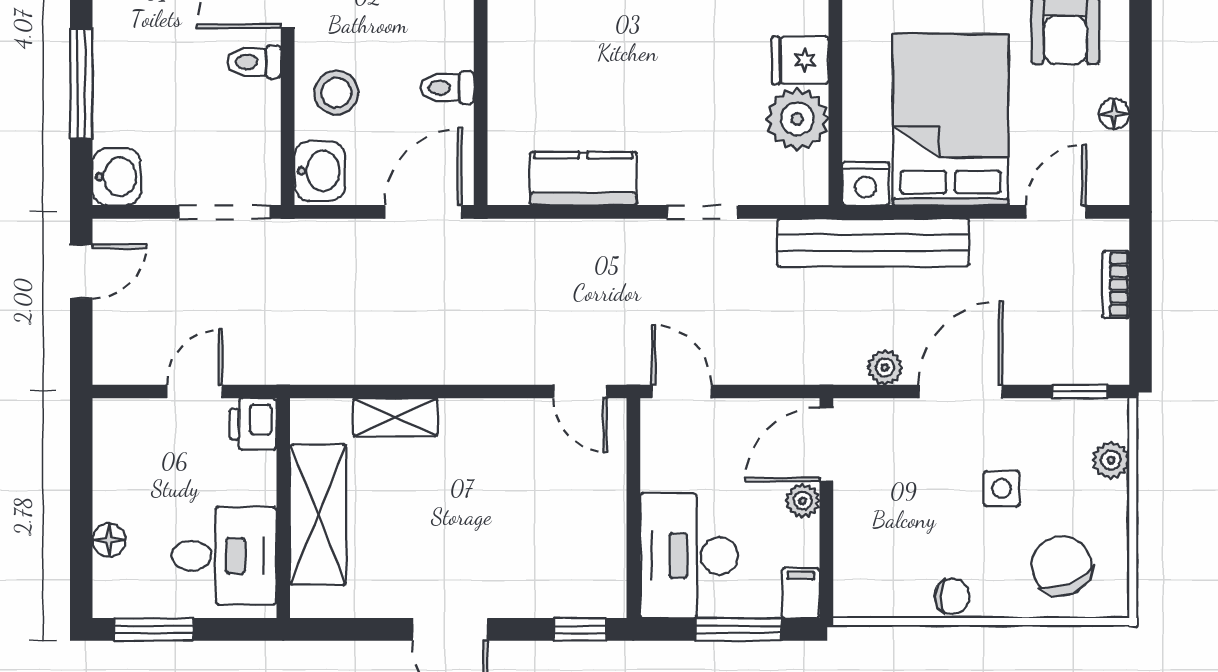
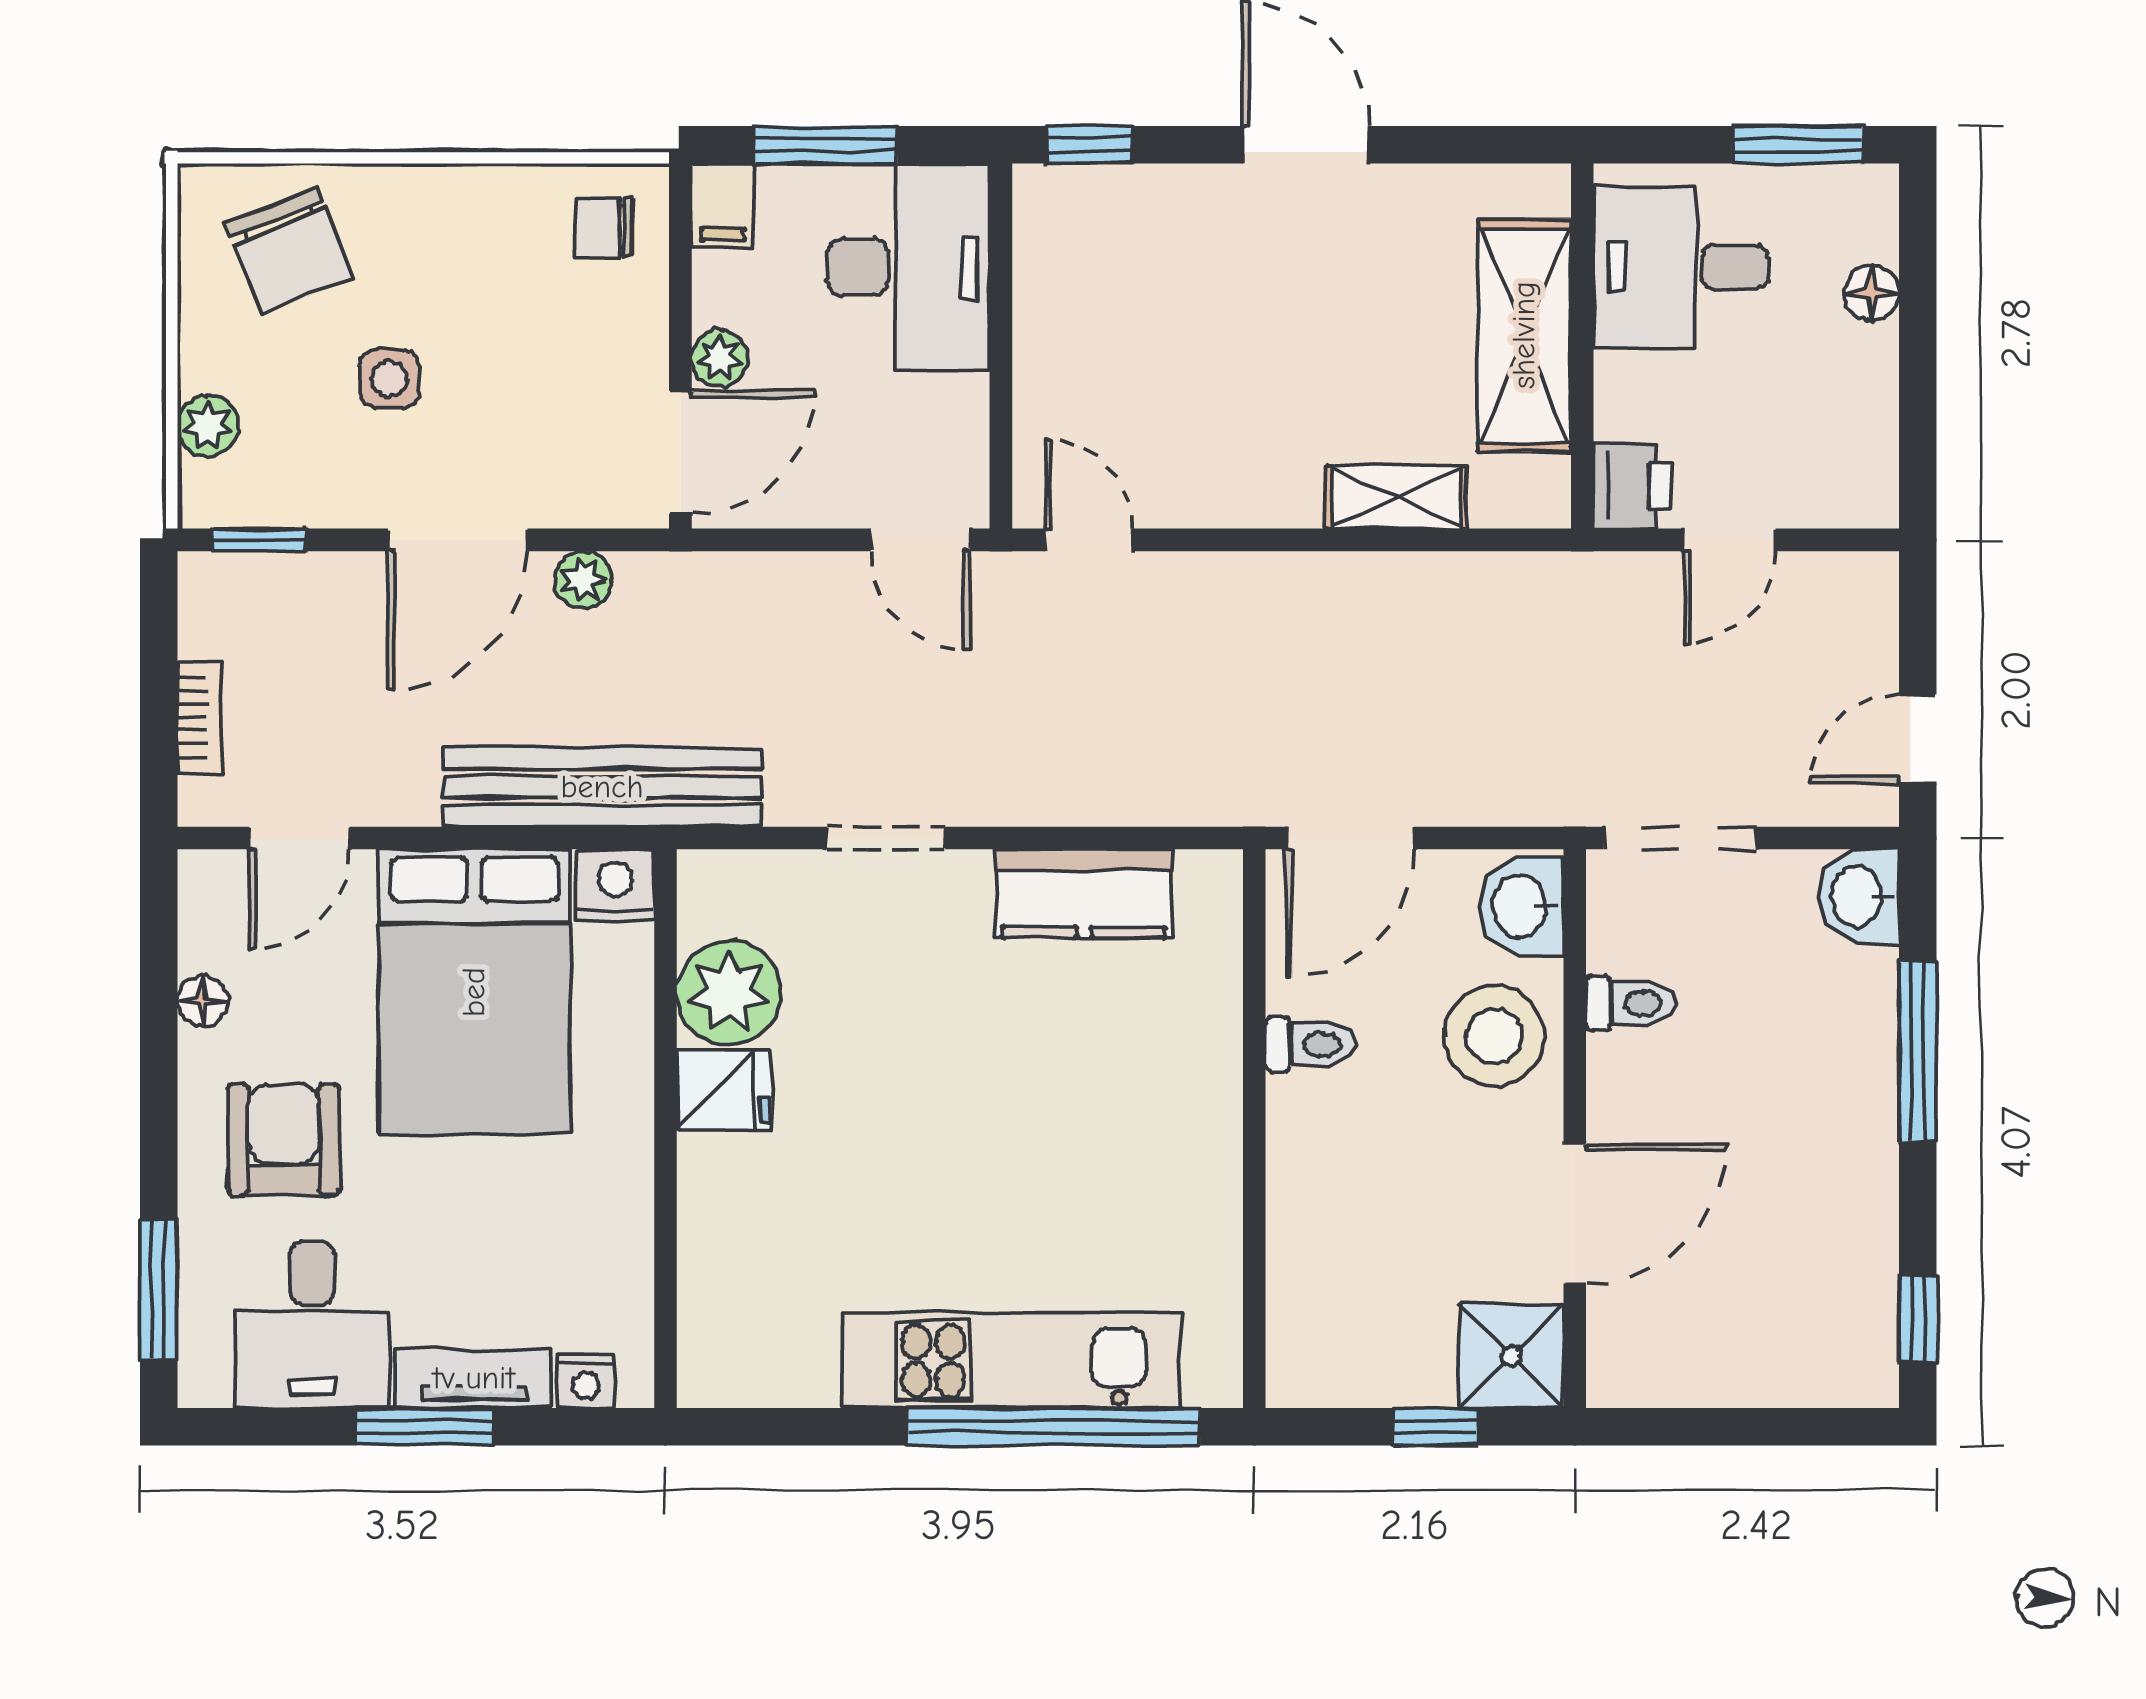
toilet: (254, 62) -> (1631, 1003), moved
stool: (336, 93) -> (1494, 1036), width x1.38, depth x1.38
chair: (952, 596) -> (604, 227), moved

